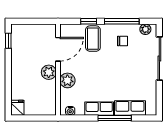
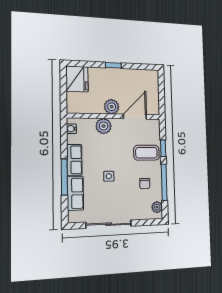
window: (8, 41) -> (113, 65), moved
door: (58, 49) -> (135, 117), swing flipped
sliding door: (159, 59) -> (109, 224), moved
side table: (115, 76) -> (109, 176), added
fridge: (17, 108) -> (77, 79), width x1.88, depth x1.34

